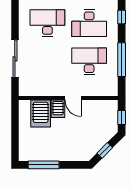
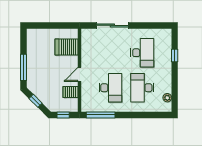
window: (122, 17) -> (147, 115), removed
window: (122, 60) -> (101, 115), moved
server rack: (58, 109) -> (71, 92), moved
window: (44, 165) -> (23, 67), moved

